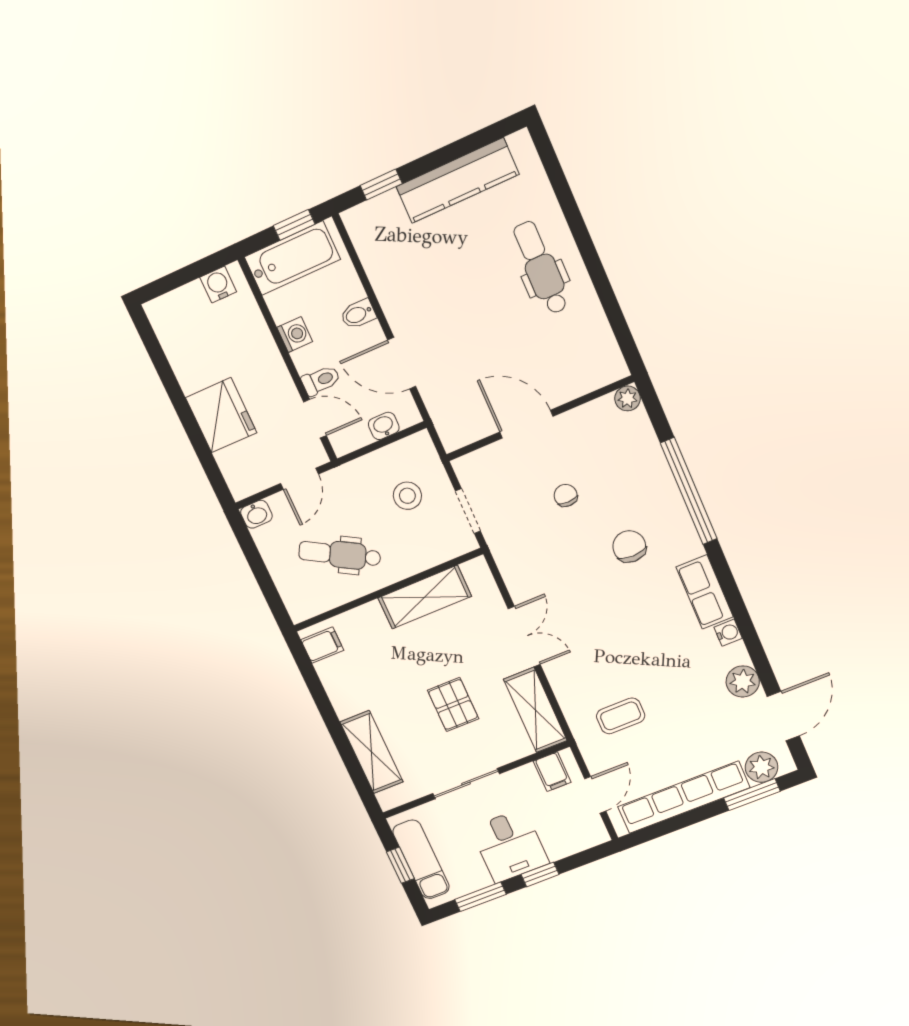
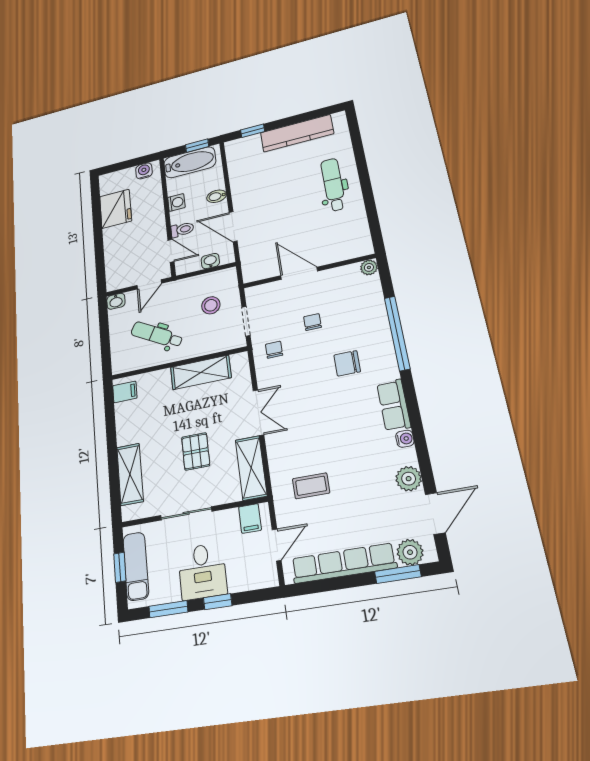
fridge: (221, 415) -> (116, 209), moved
chair: (521, 546) -> (274, 350), added
chair: (629, 546) -> (347, 363), turned -90

